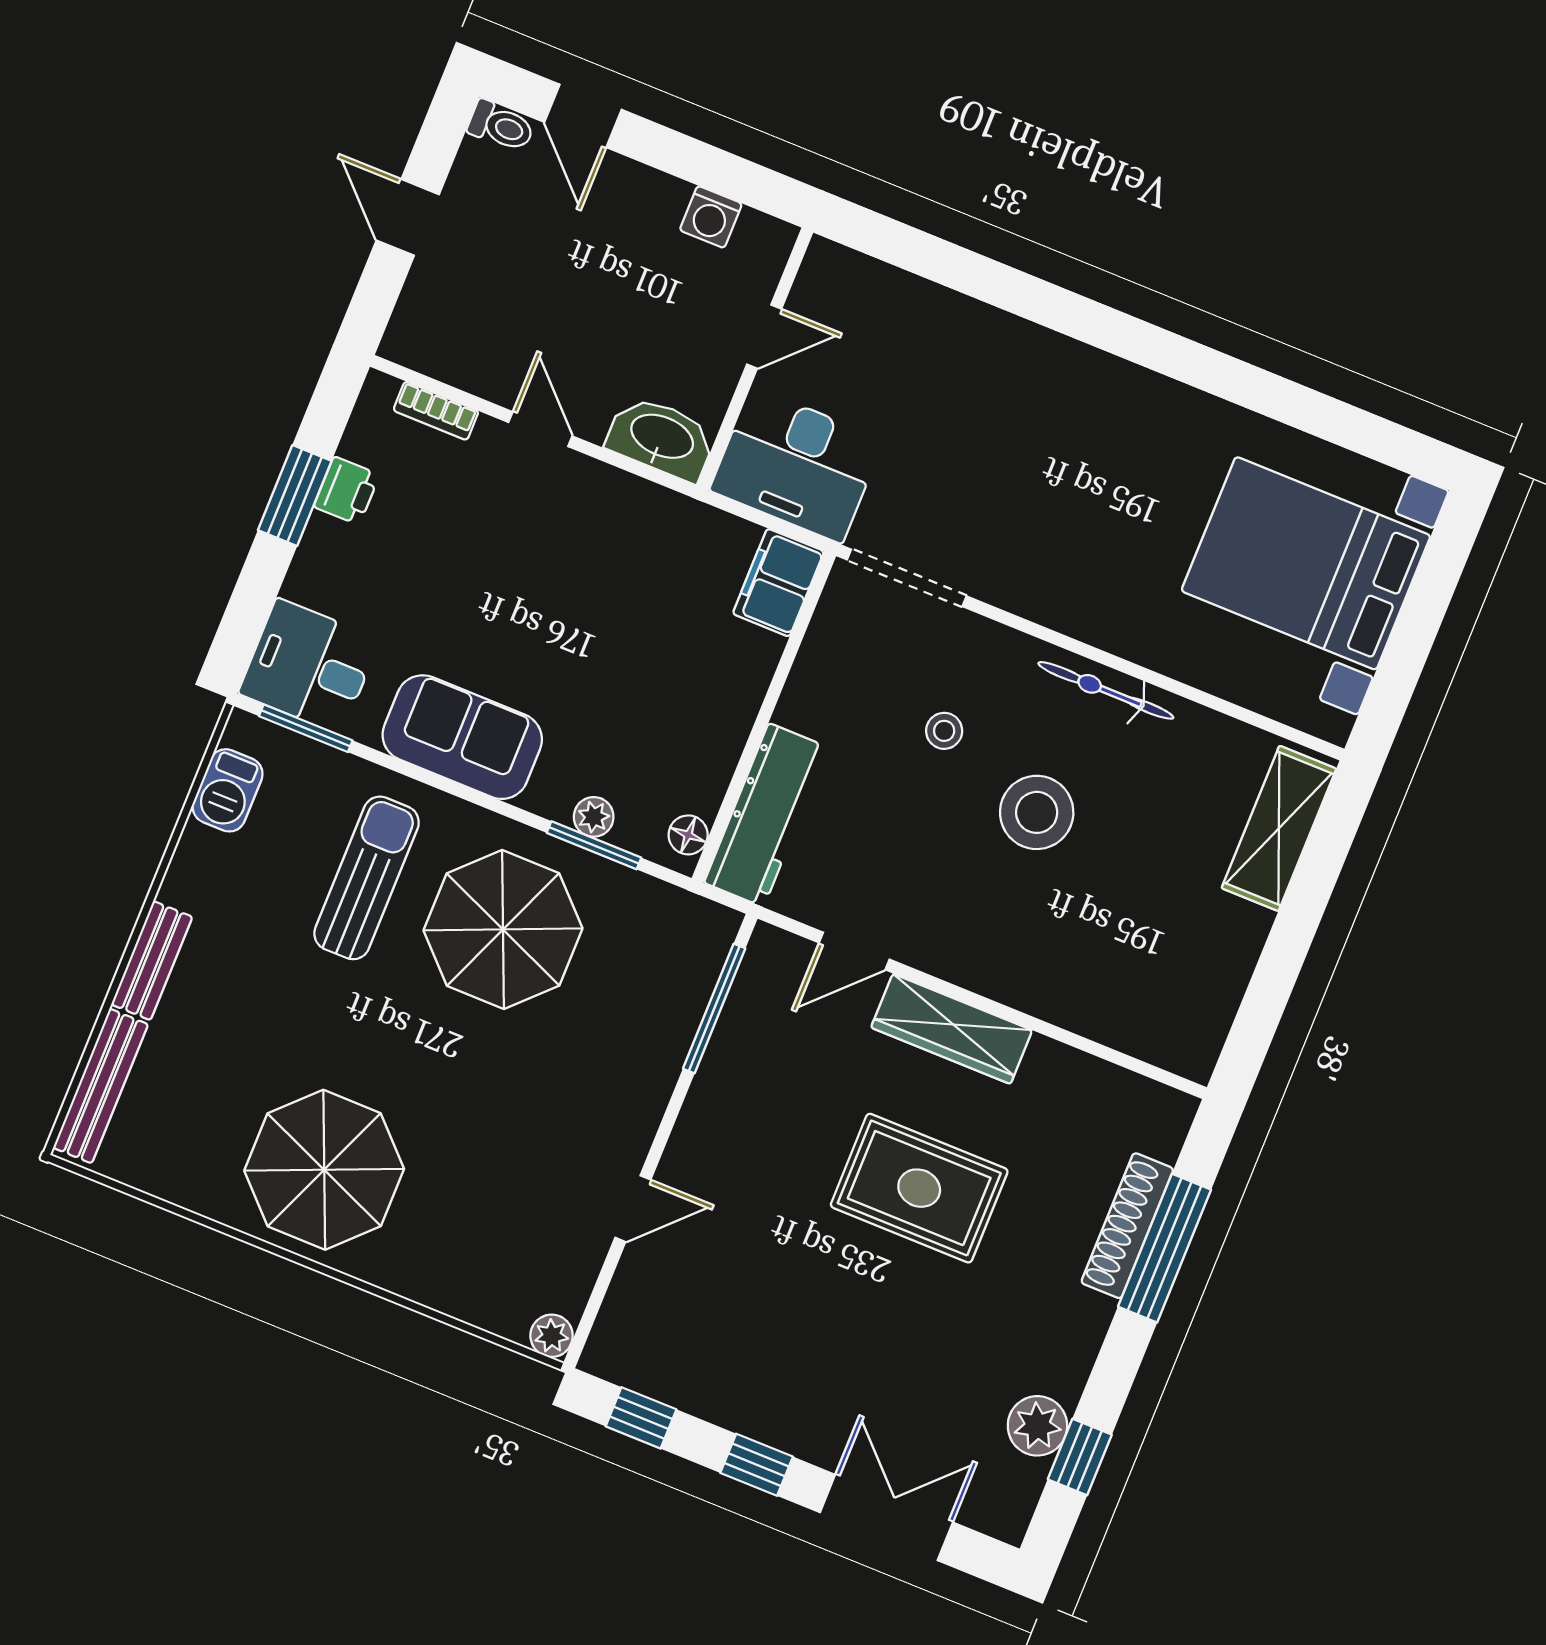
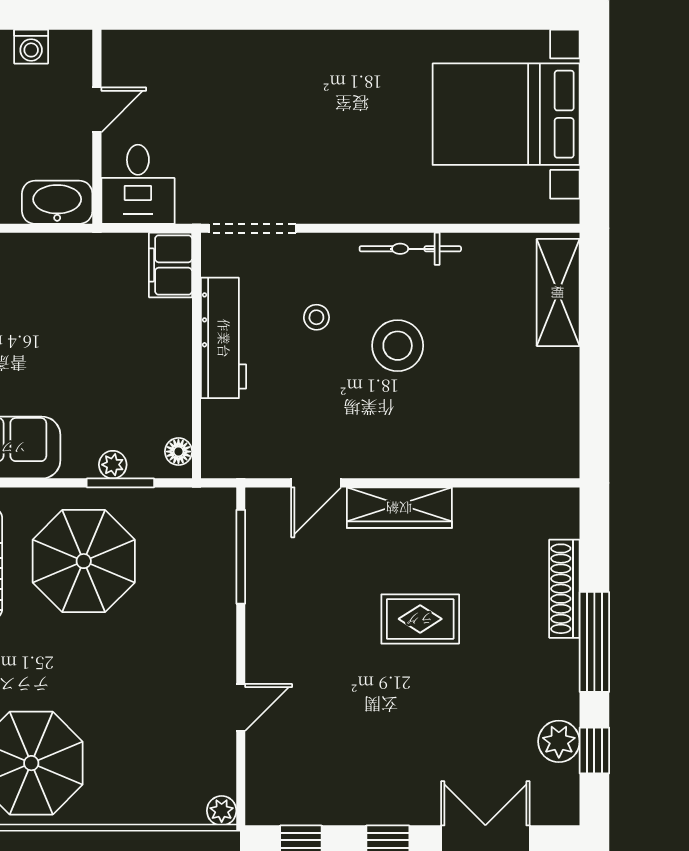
desk: (797, 465) -> (138, 184), width x0.73
workbench: (766, 815) -> (224, 338), moved
rug: (919, 1188) -> (420, 619), width x0.73, depth x0.70
window: (1165, 1248) -> (594, 642), moved

